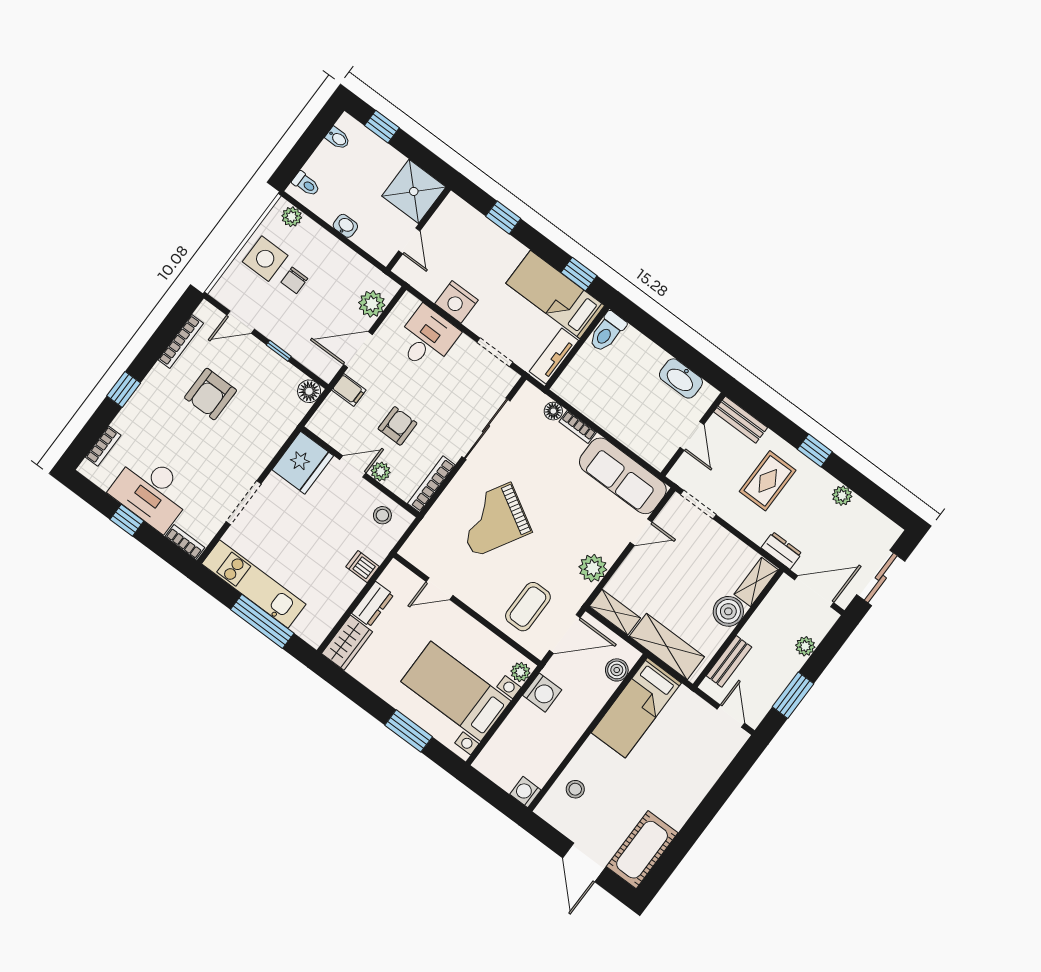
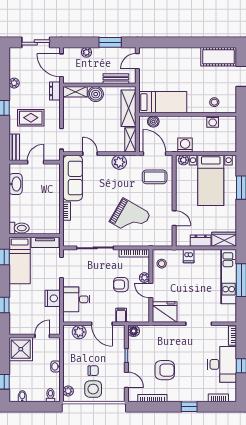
floor lamp: (553, 411) -> (68, 226), removed
kitchen unit: (254, 584) -> (229, 277), moved
washing machine: (525, 792) -> (213, 122), moved

